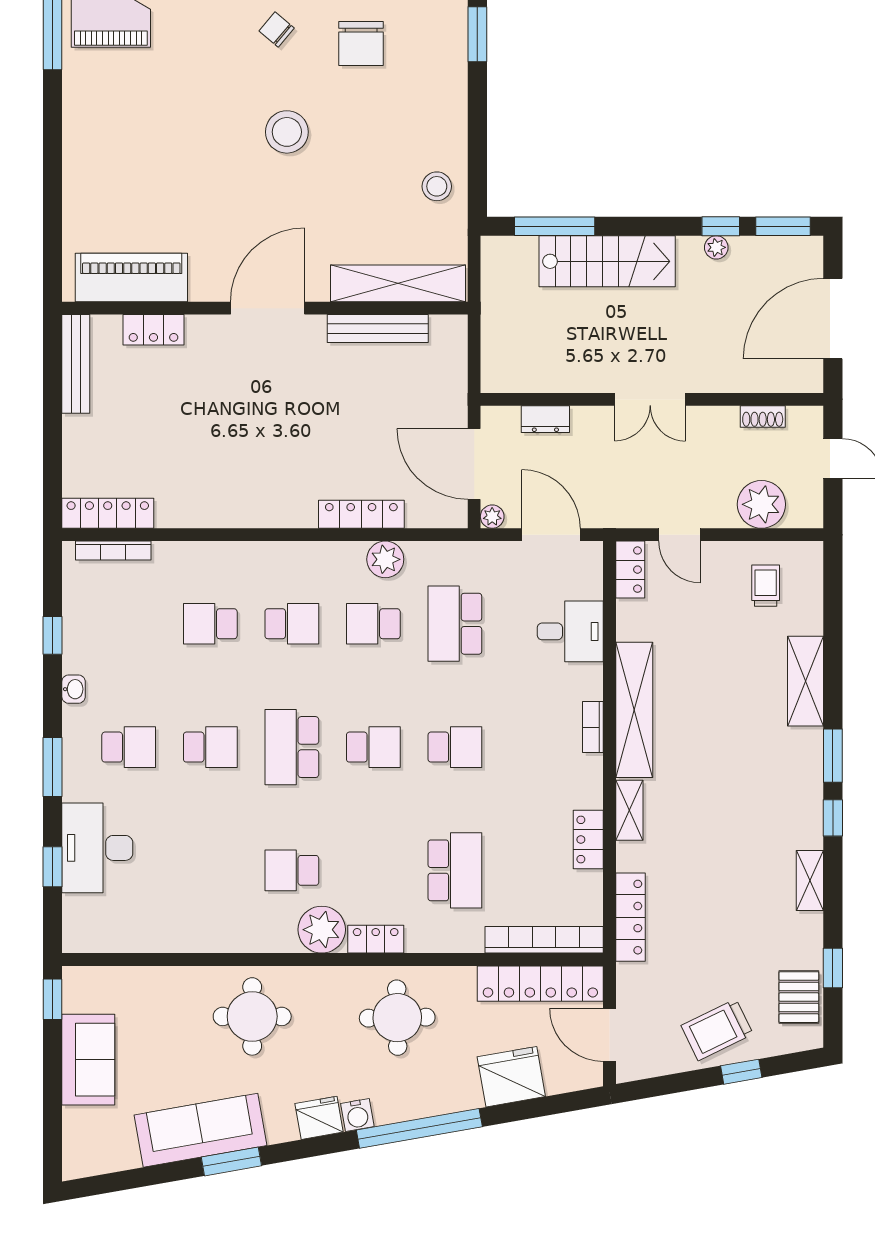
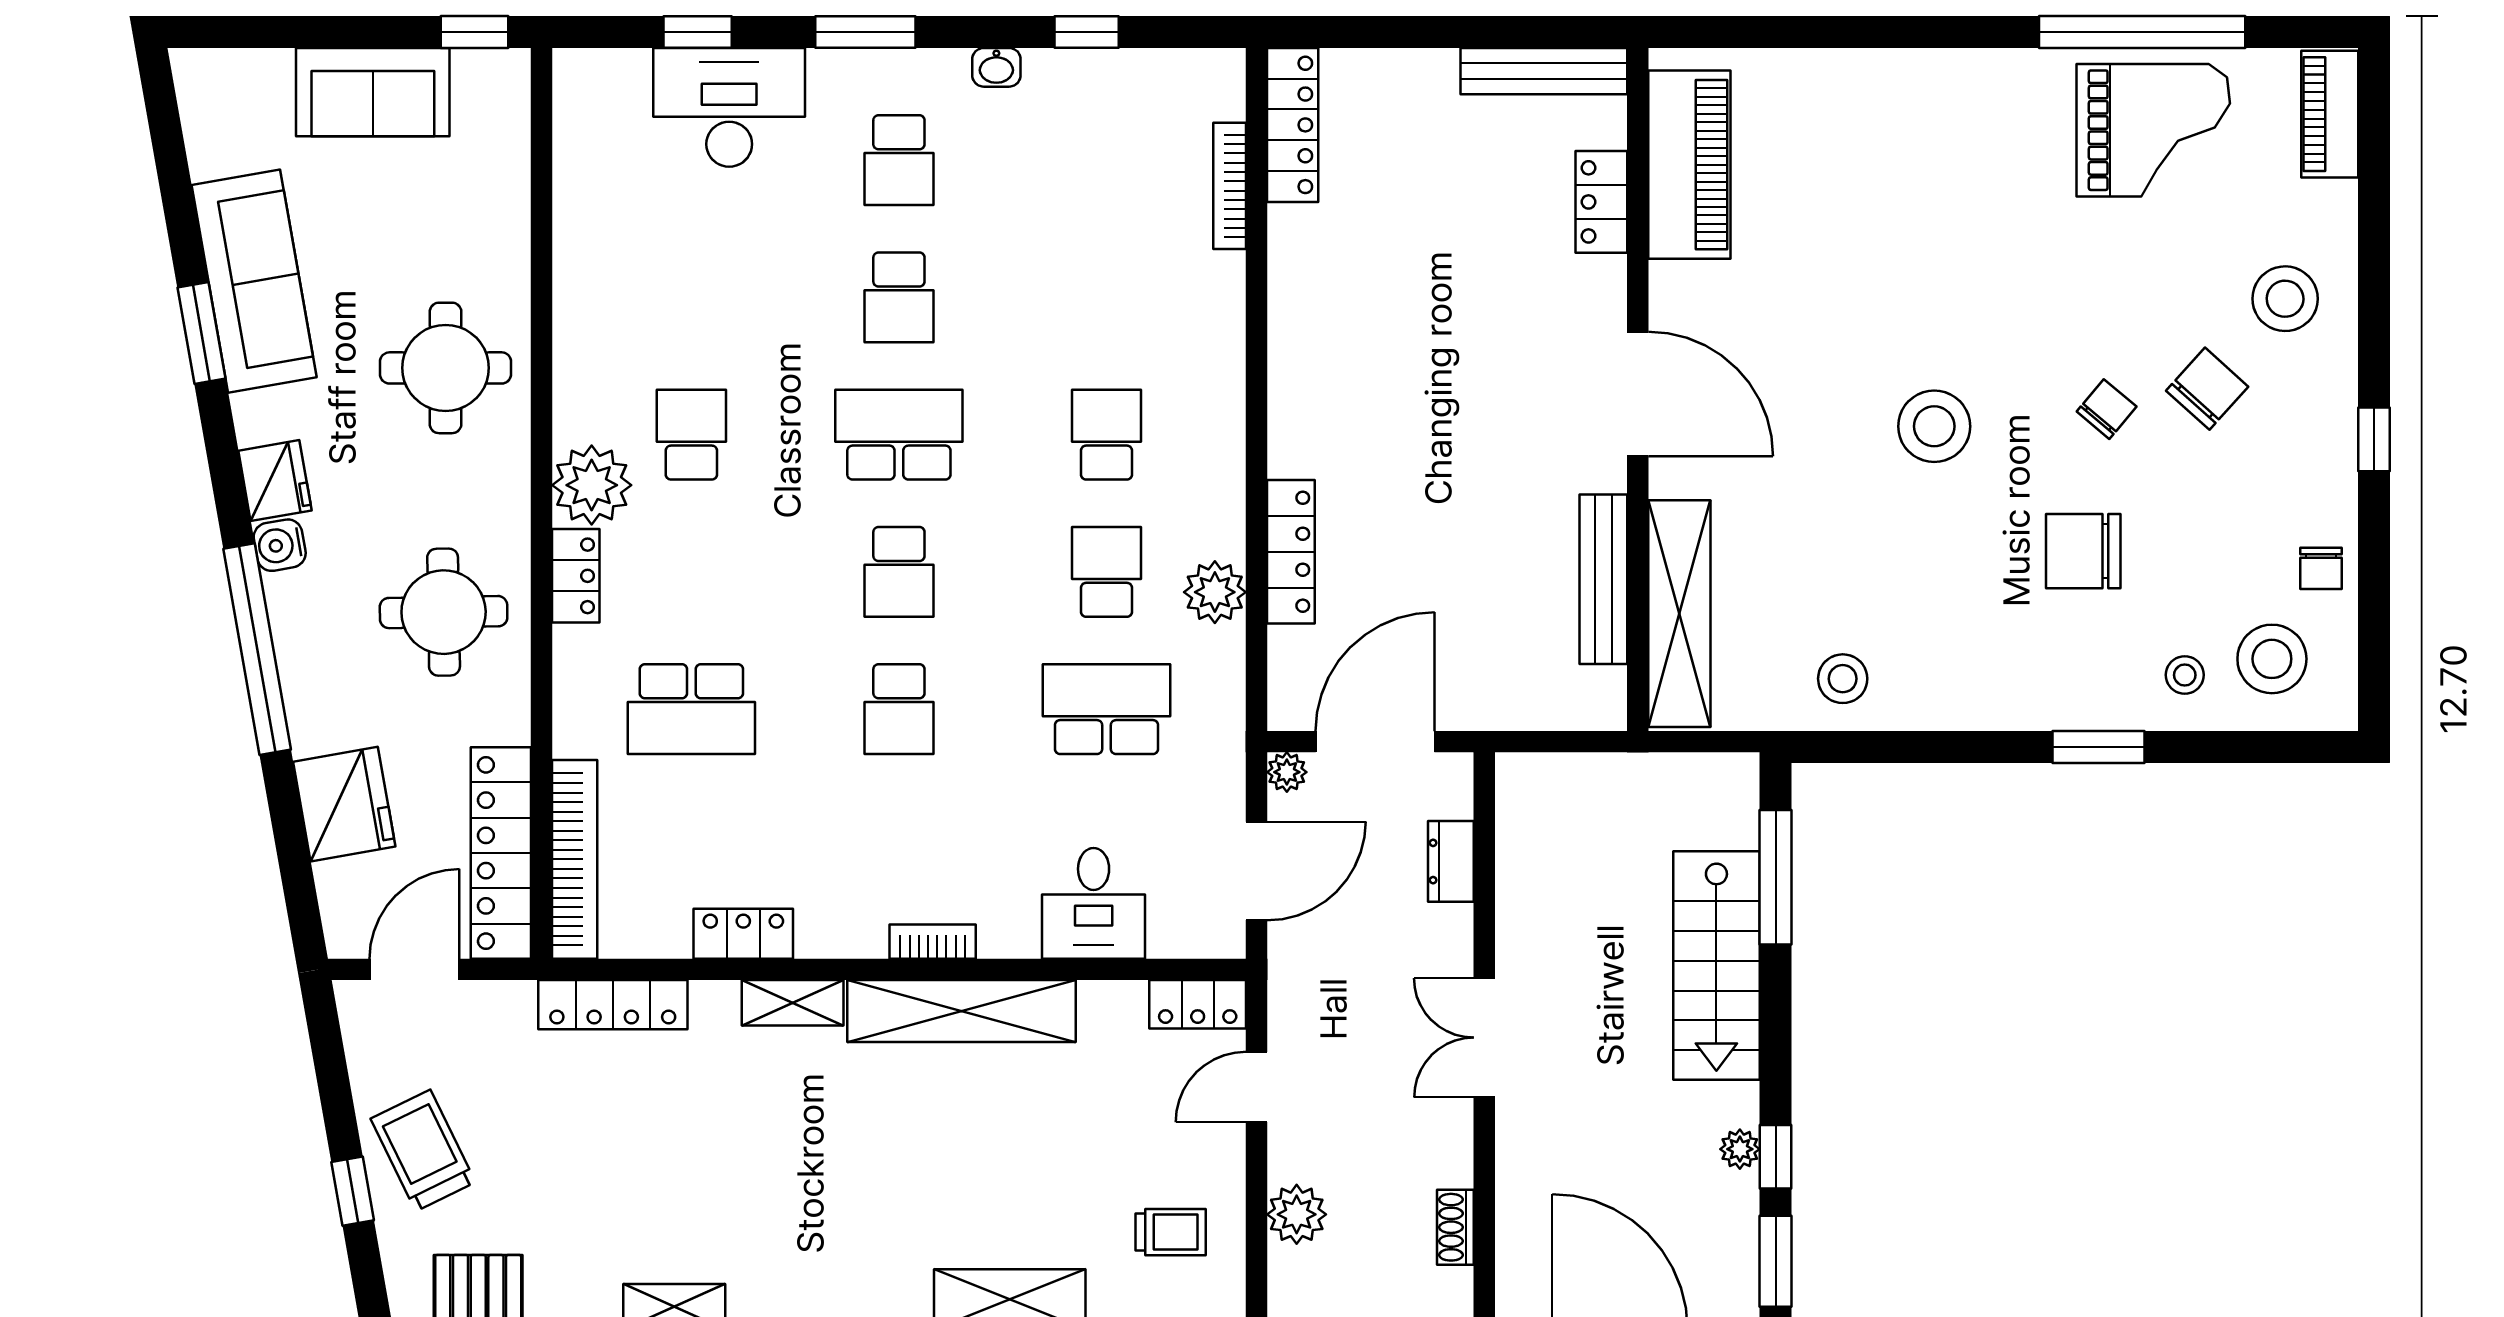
plant: (761, 504) -> (1297, 1214), width x0.73, depth x0.73
bookcase: (113, 551) -> (1230, 186), moved
school desk: (210, 624) -> (1106, 297), removed
school desk: (292, 624) -> (1106, 435), turned 180

